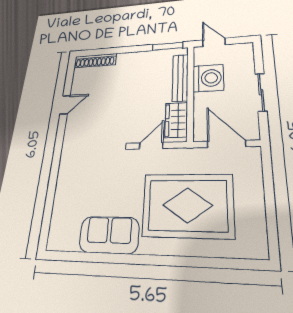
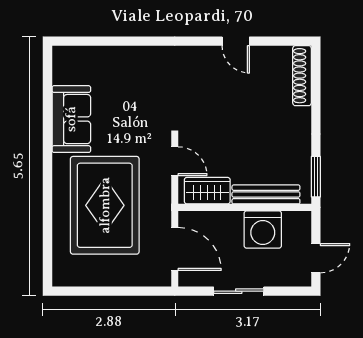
door: (214, 42) -> (316, 258), moved
door: (226, 144) -> (175, 249), hinge flipped

